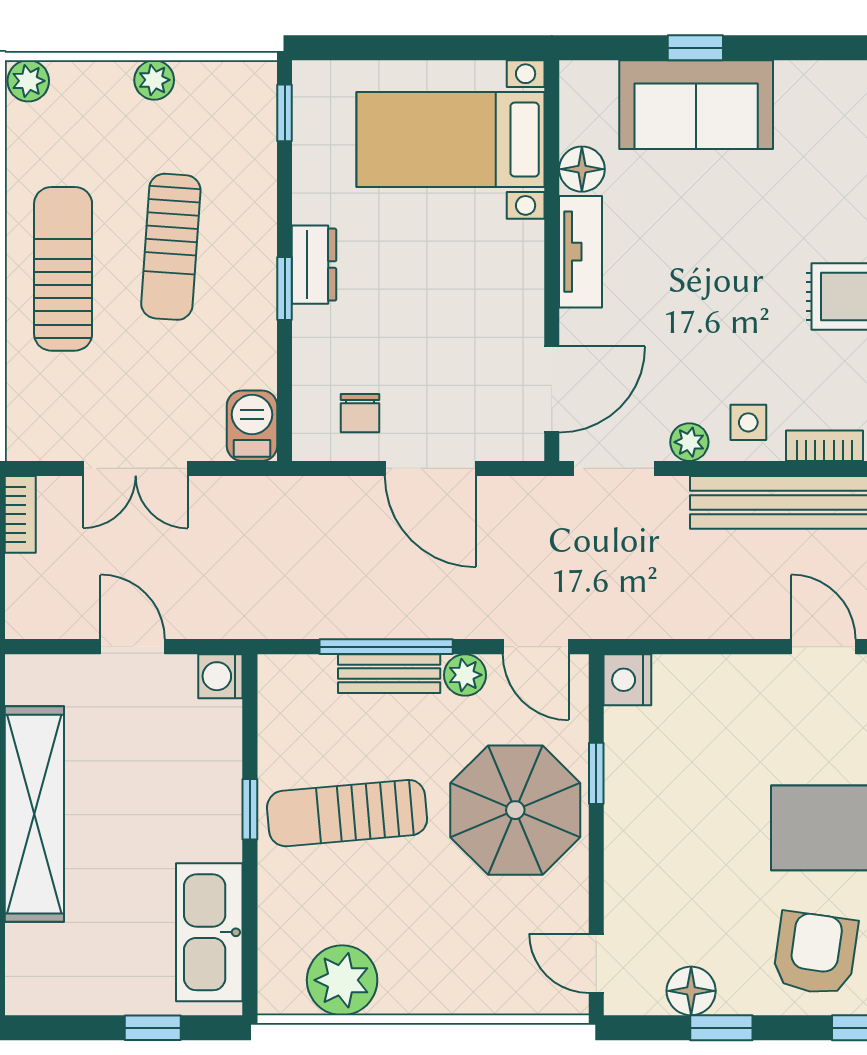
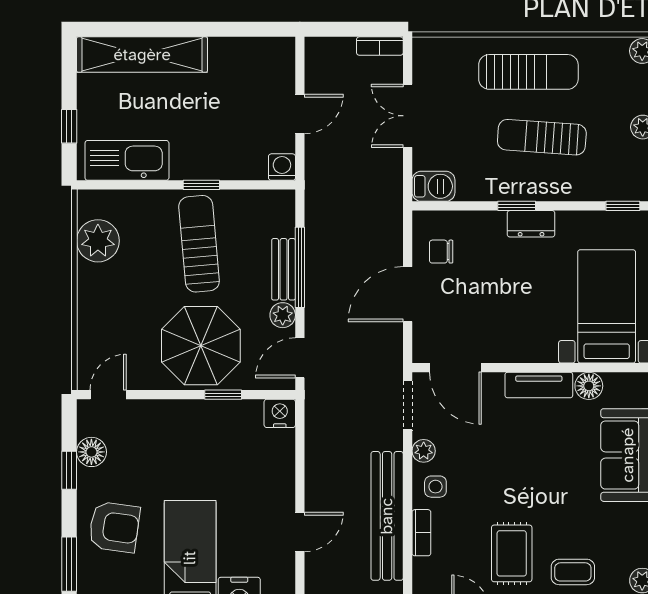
shelving: (34, 814) -> (142, 55), moved

